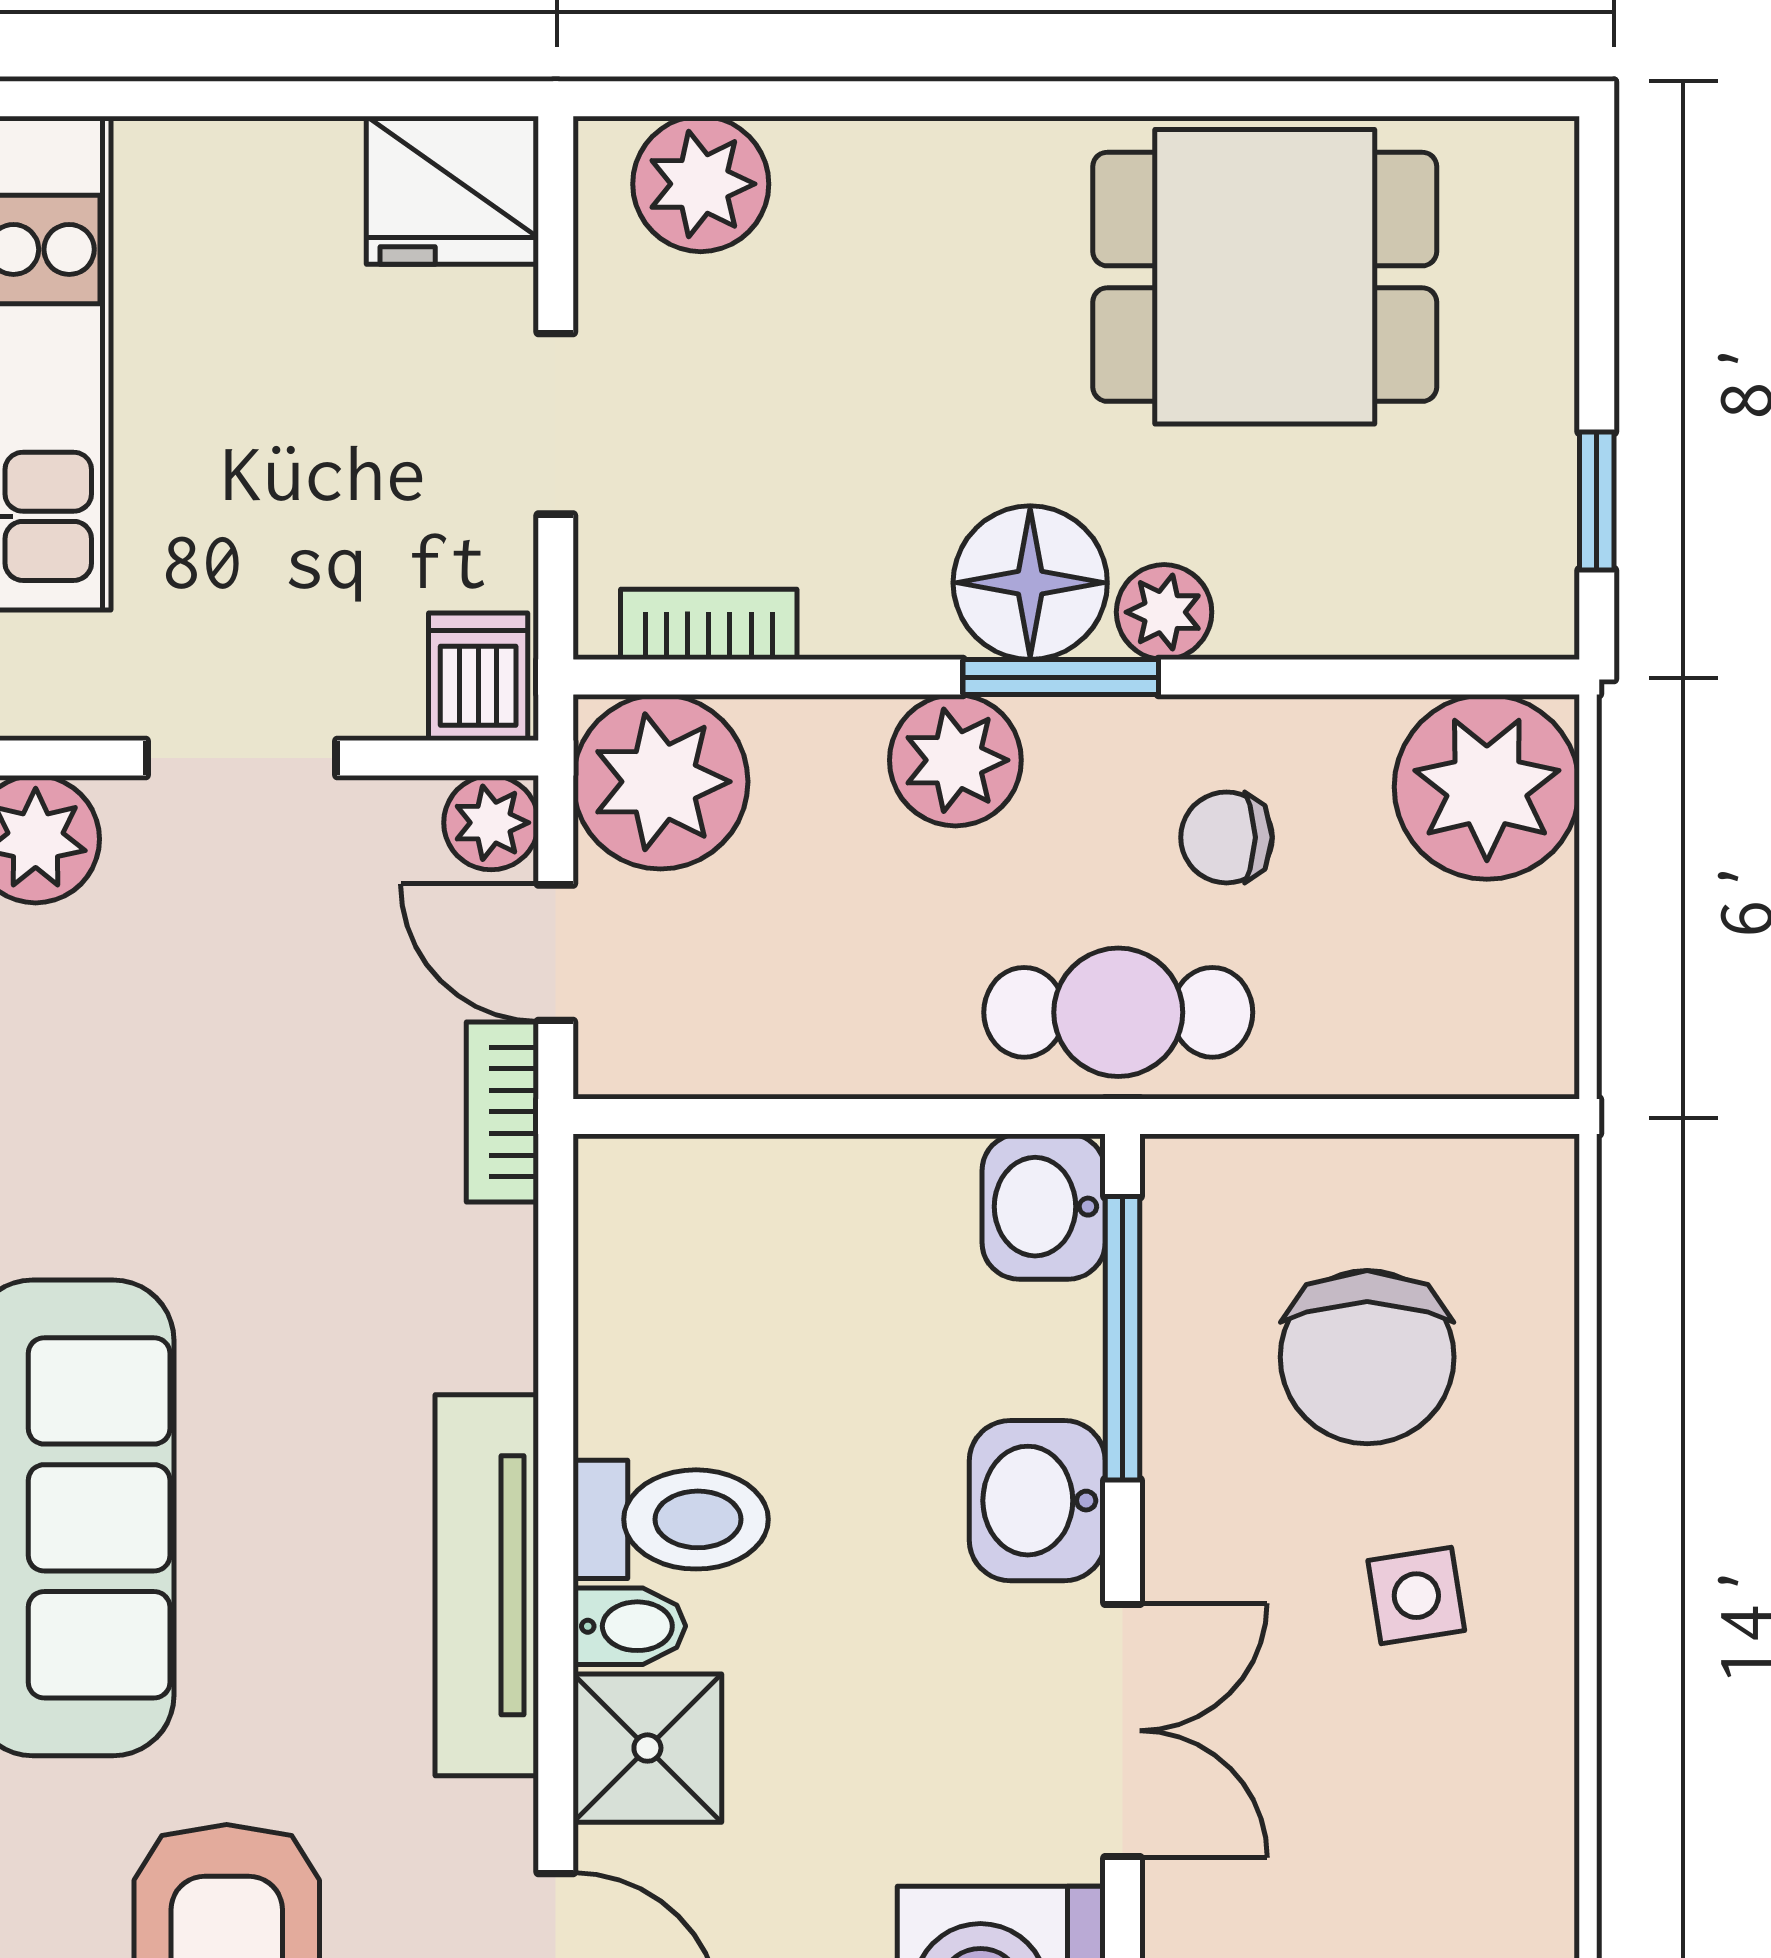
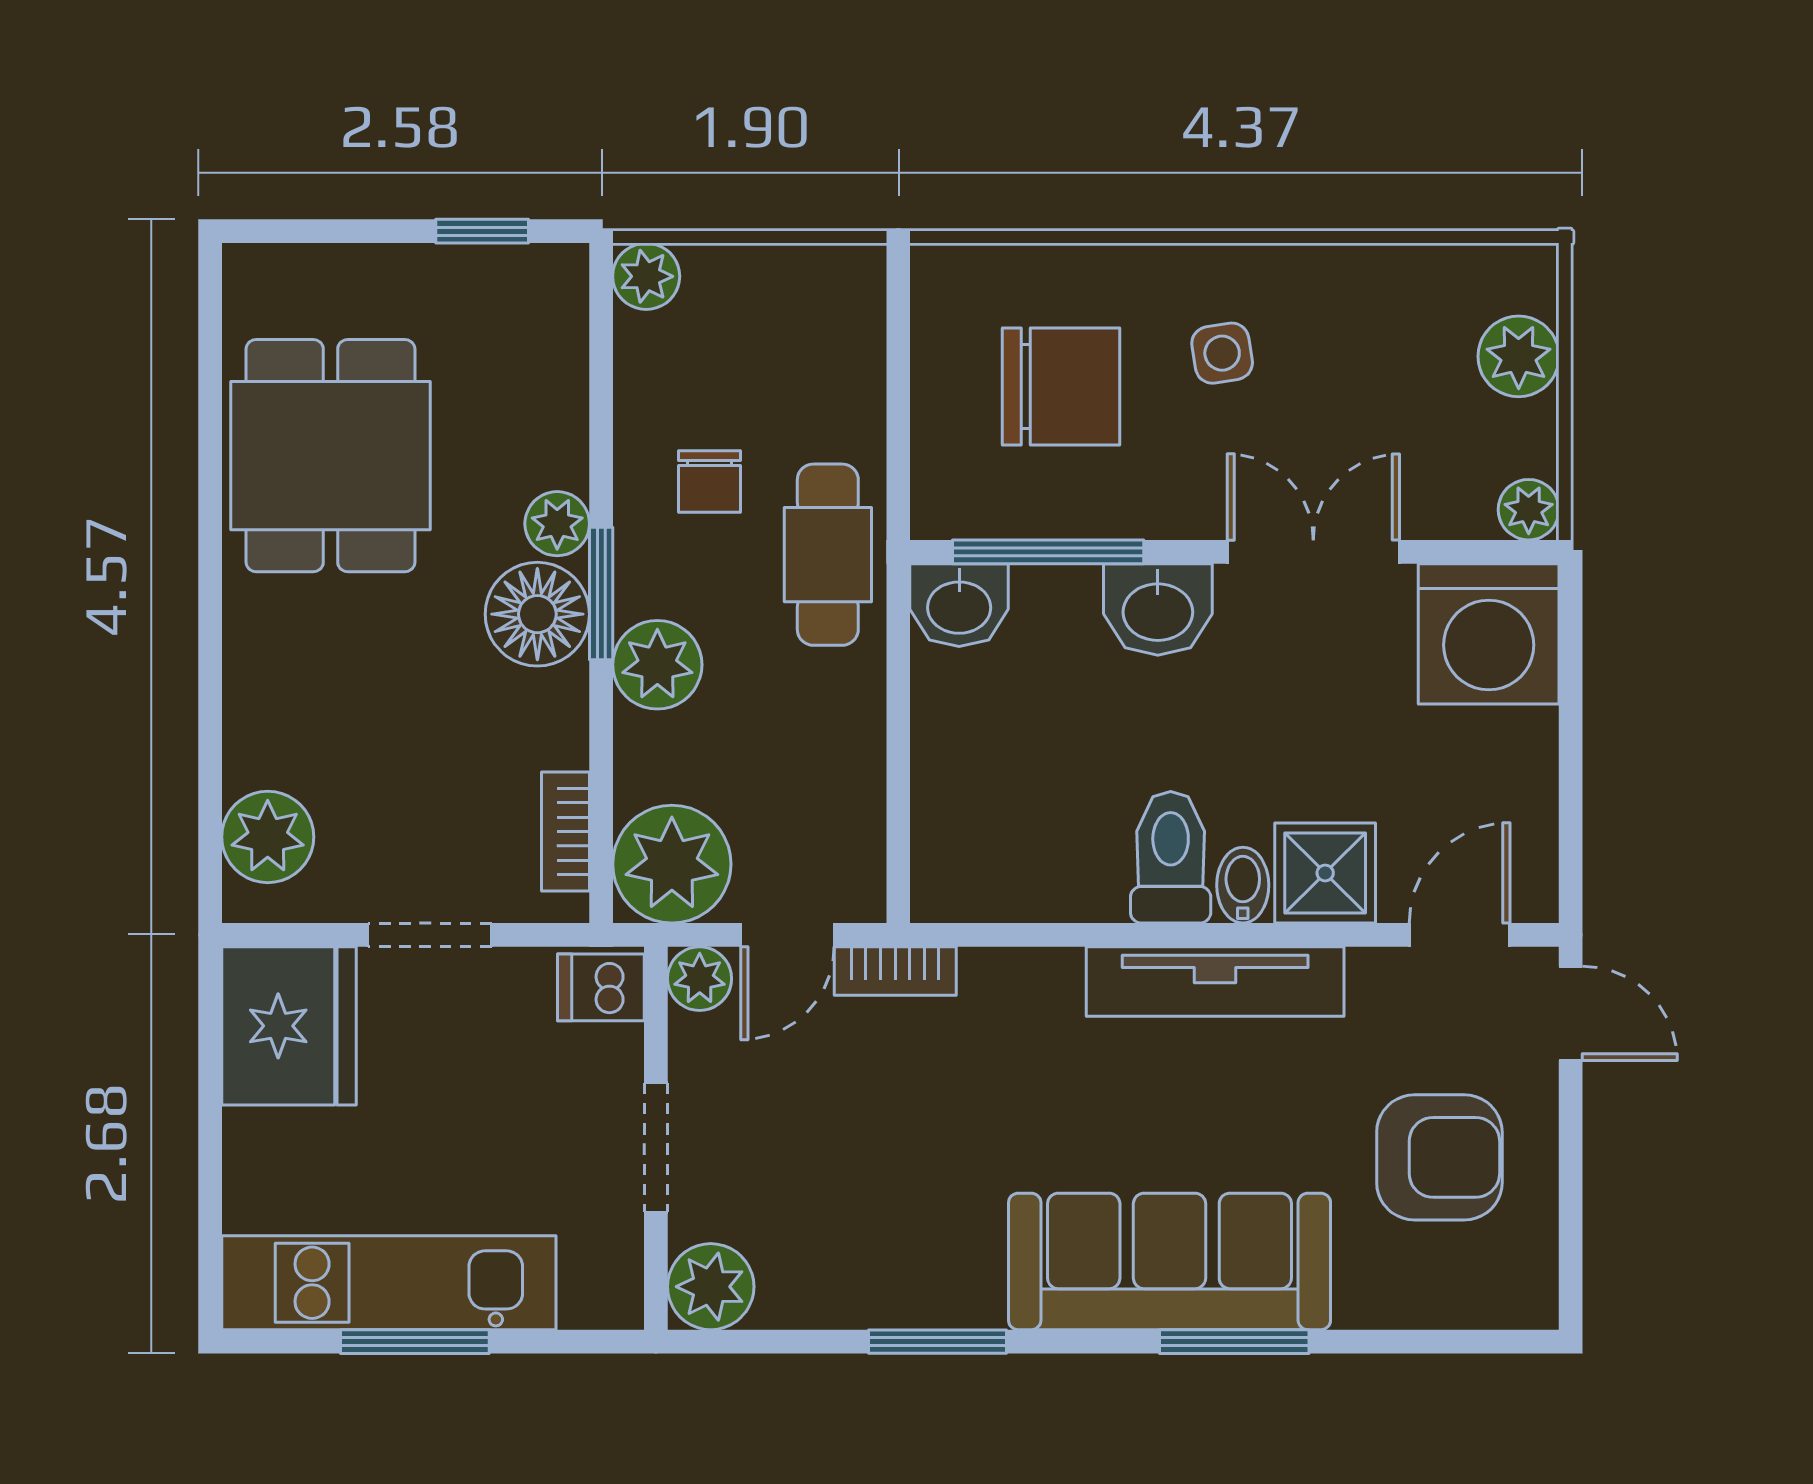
fridge: (452, 190) -> (289, 1026), width x1.36, depth x1.34
plant: (1487, 787) -> (646, 276), width x0.53, depth x0.53

